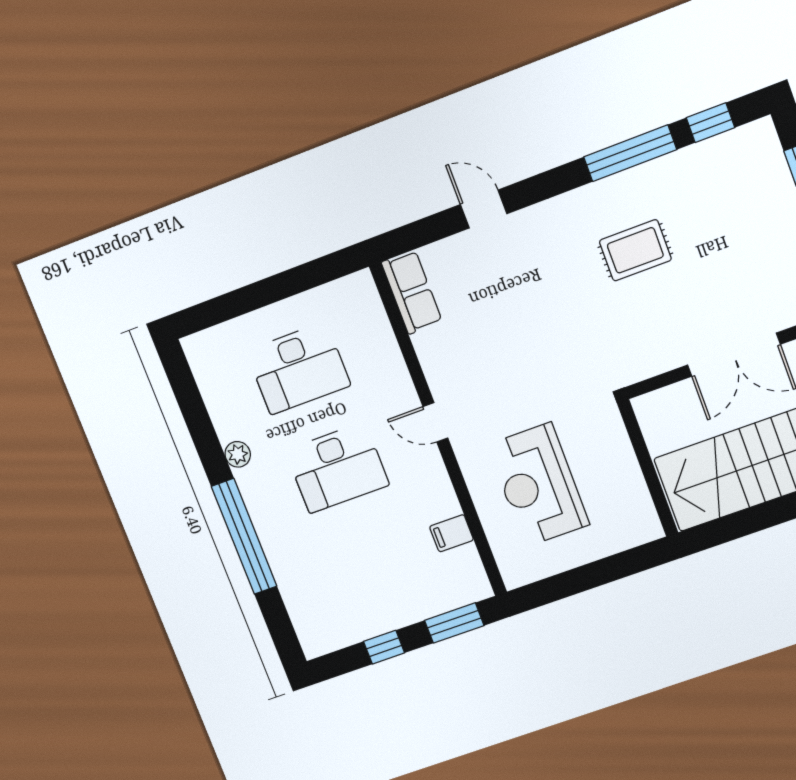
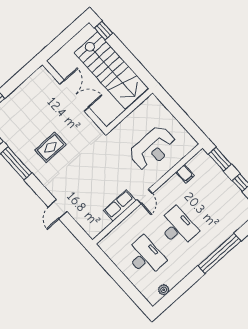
rug: (635, 250) -> (50, 147), turned 90
row of seats: (412, 292) -> (120, 206), moved
plant: (238, 454) -> (164, 290), moved

